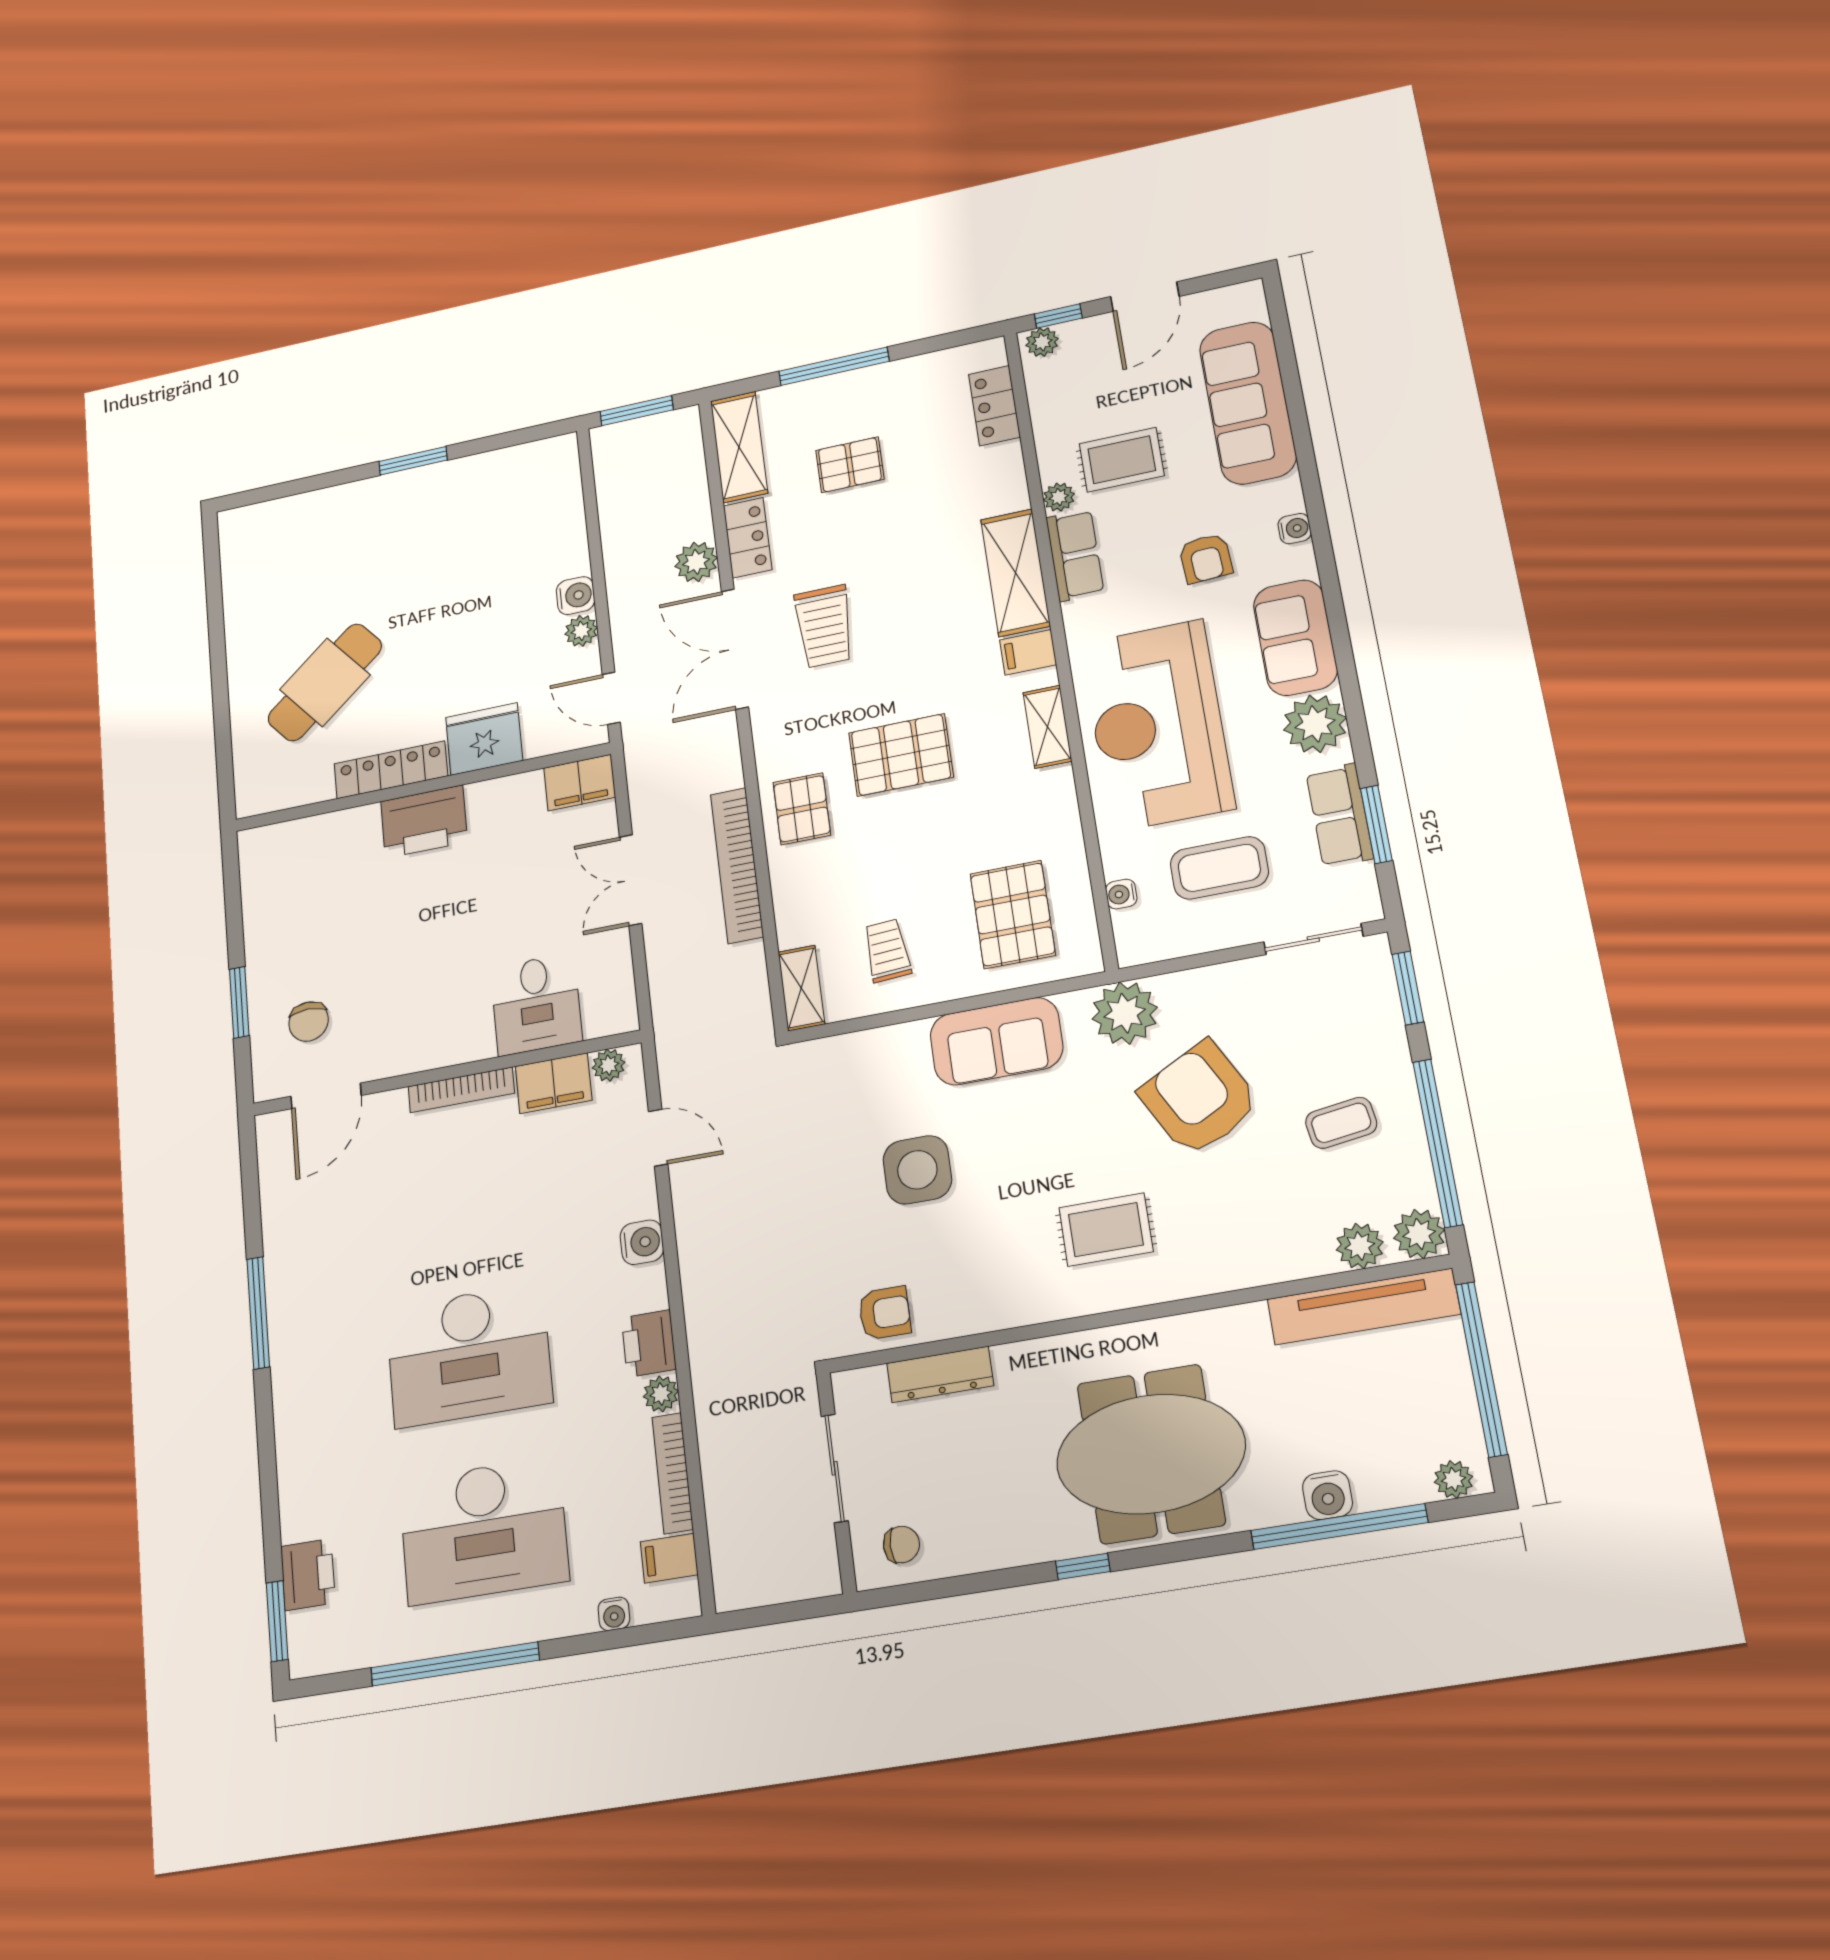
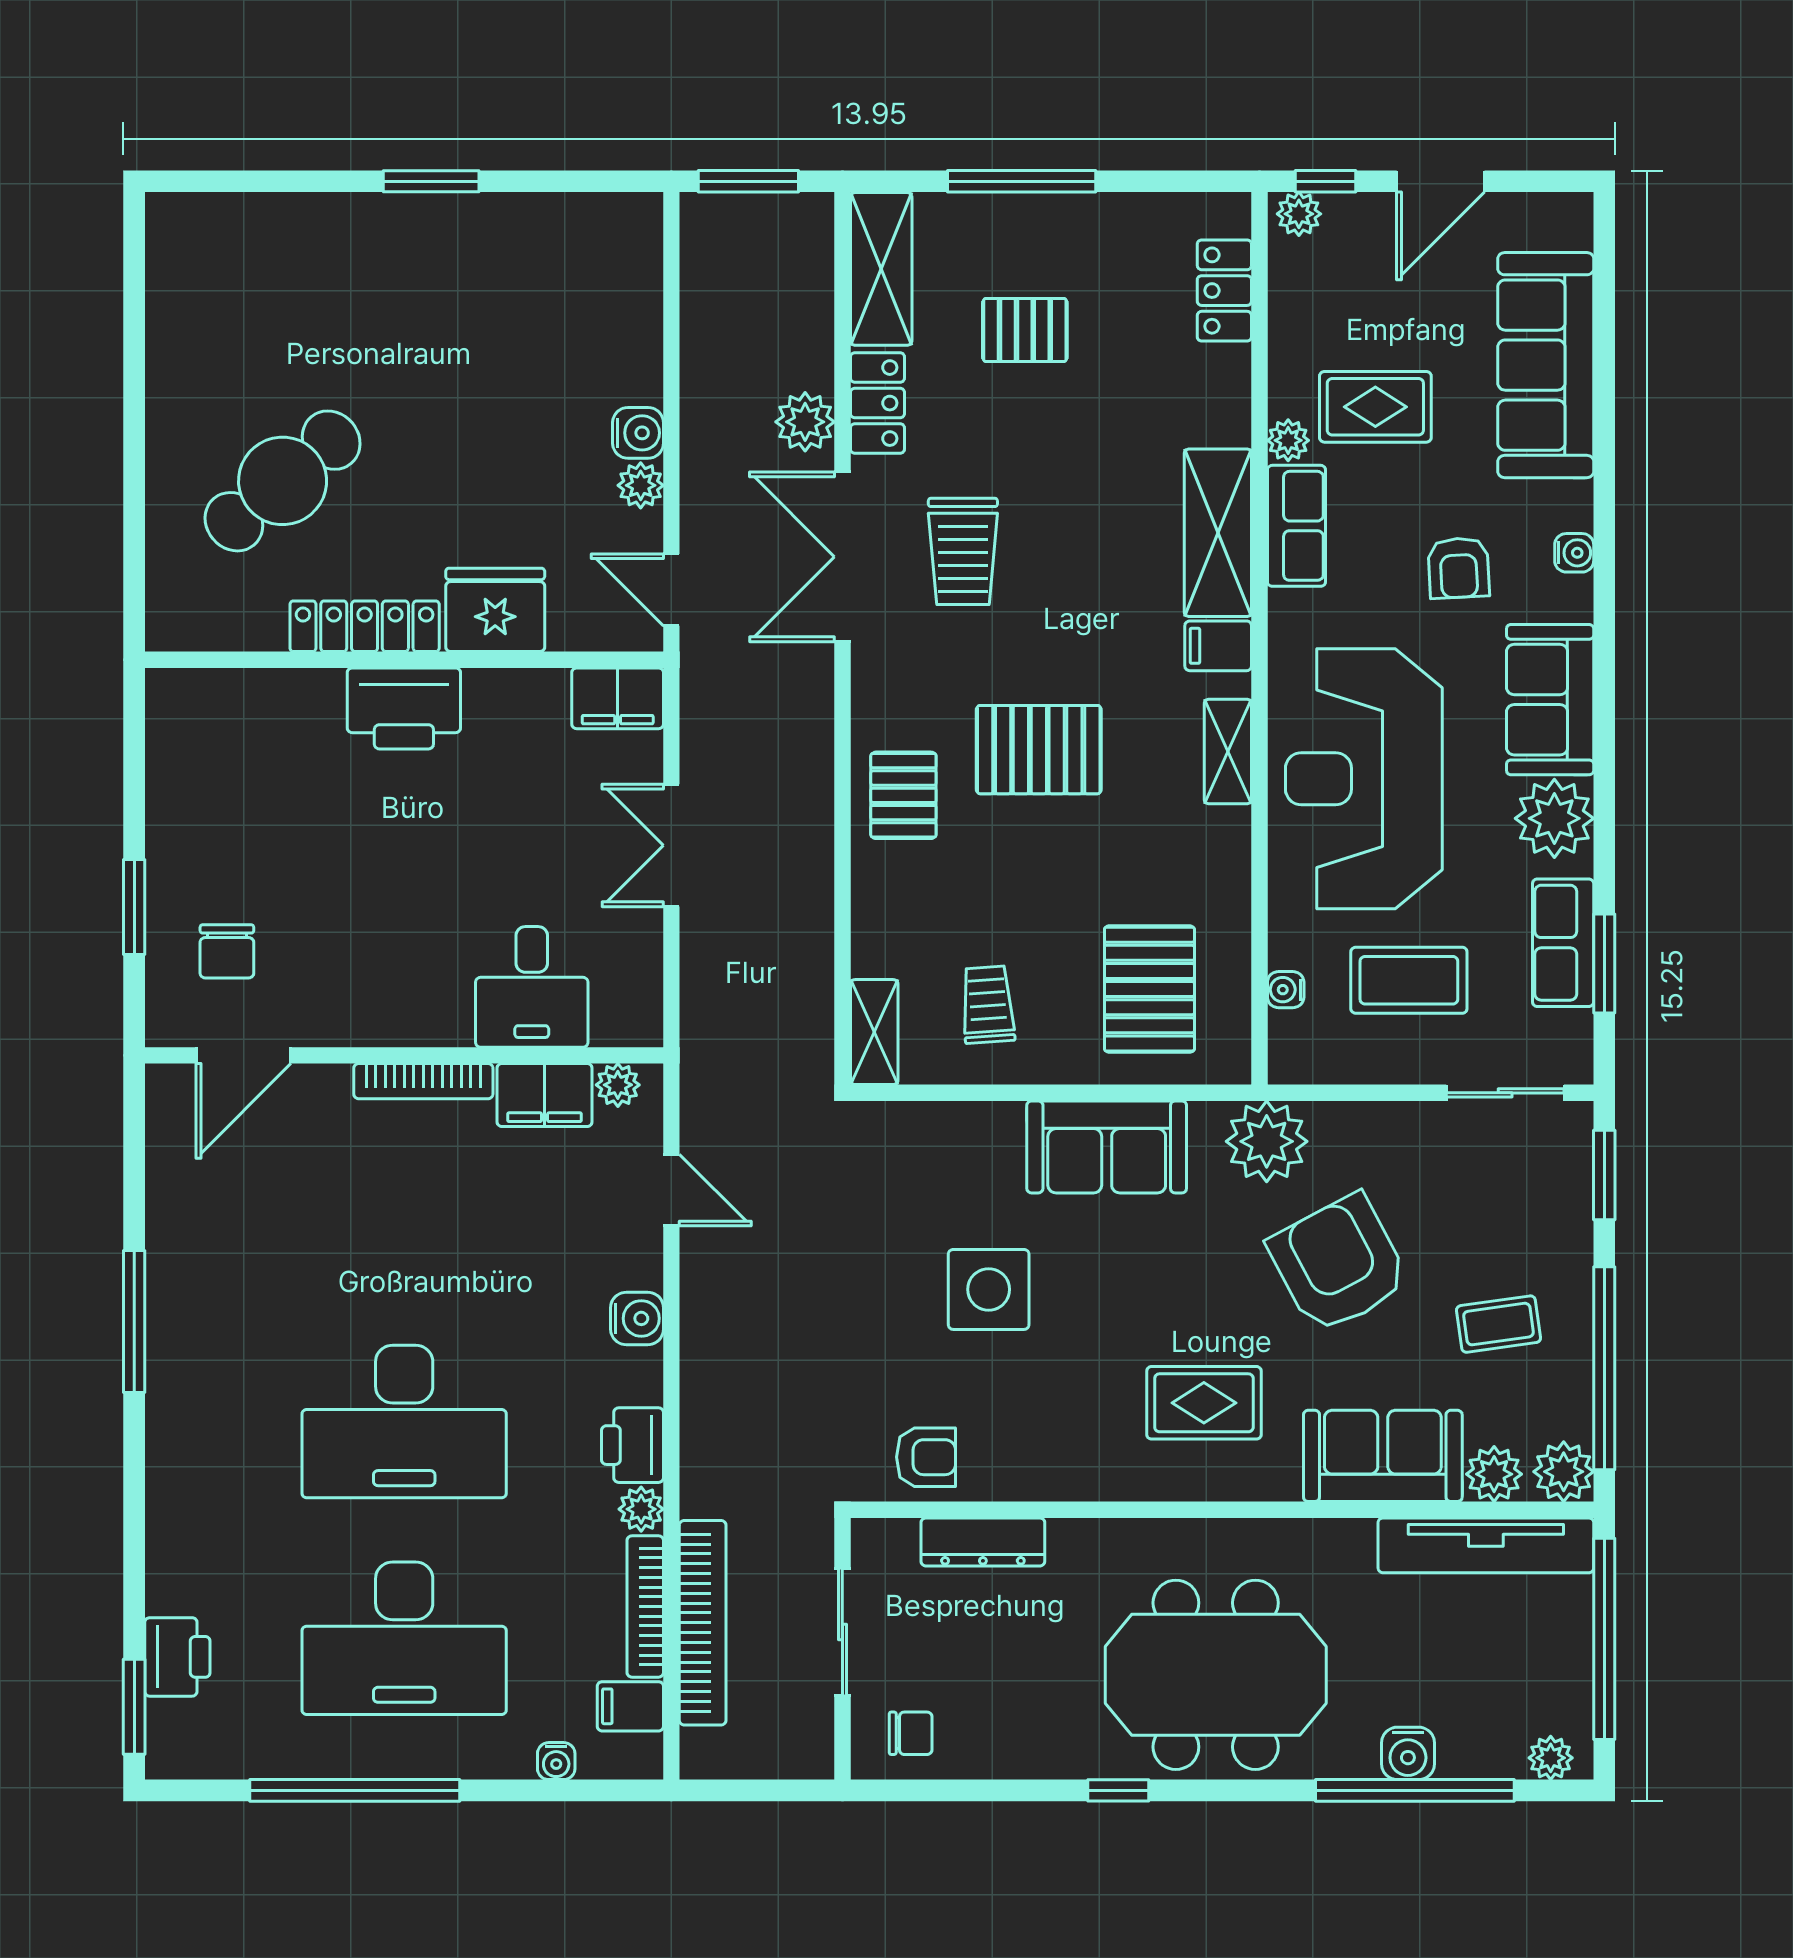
bookcase: (737, 865) -> (703, 1623), moved, turned 180
sofa: (1263, 1247) -> (1383, 1456), added

